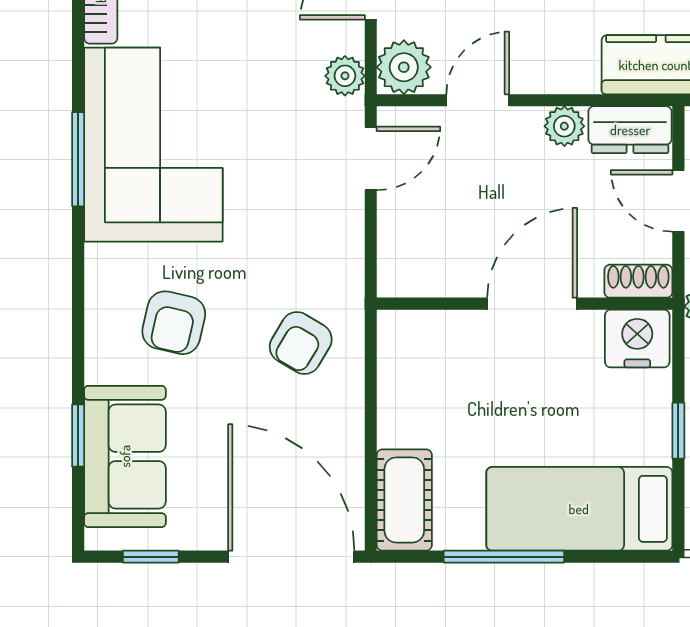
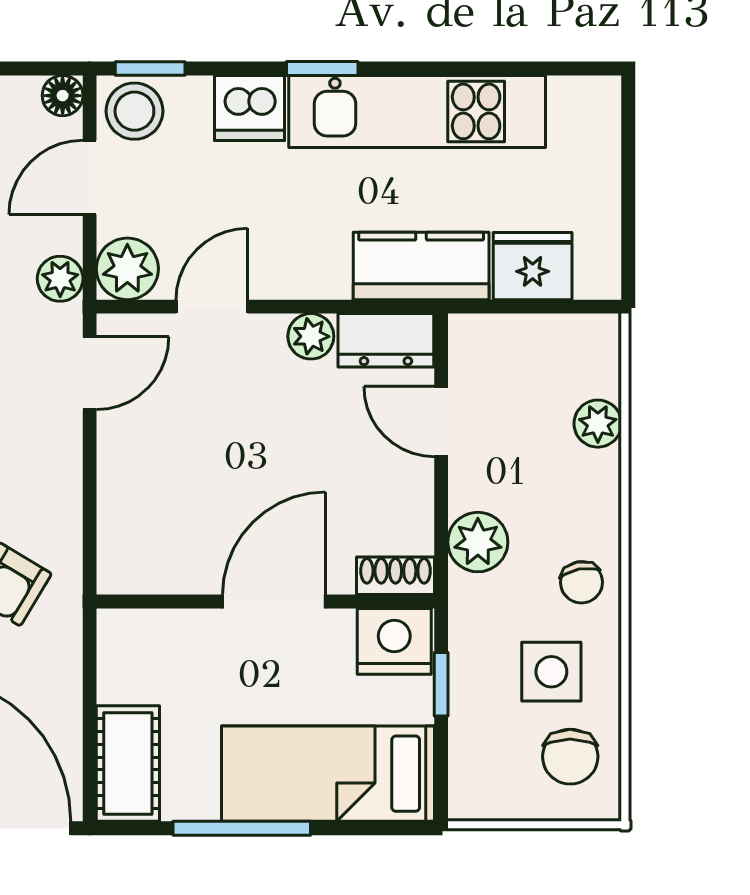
shoe rack: (638, 281) -> (395, 576), moved
wall: (525, 304) -> (265, 601), moved
door: (532, 304) -> (274, 601), moved
nightstand: (637, 339) -> (394, 641), moved

